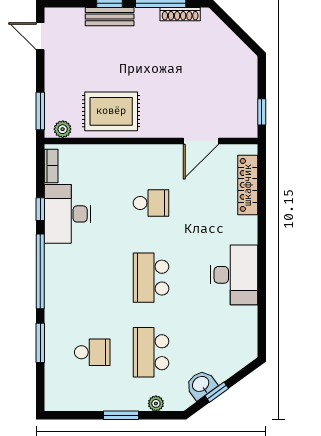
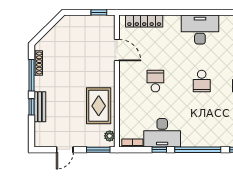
door: (40, 36) -> (65, 150), moved
school desk: (151, 278) -> (202, 81), width x0.54

